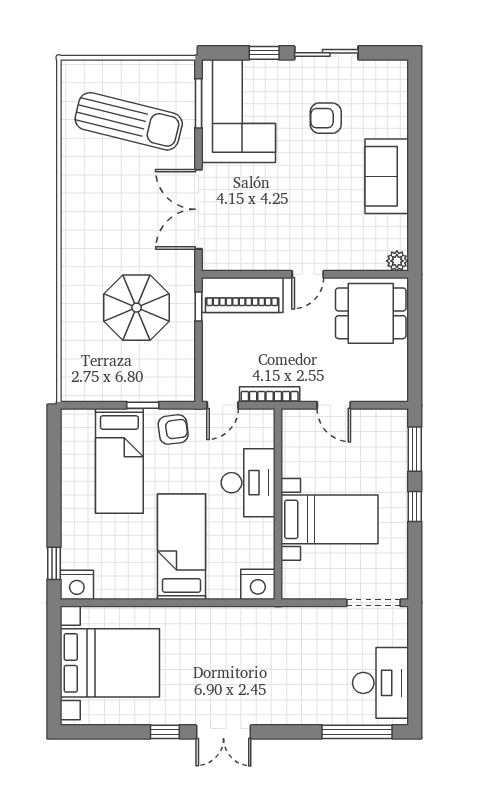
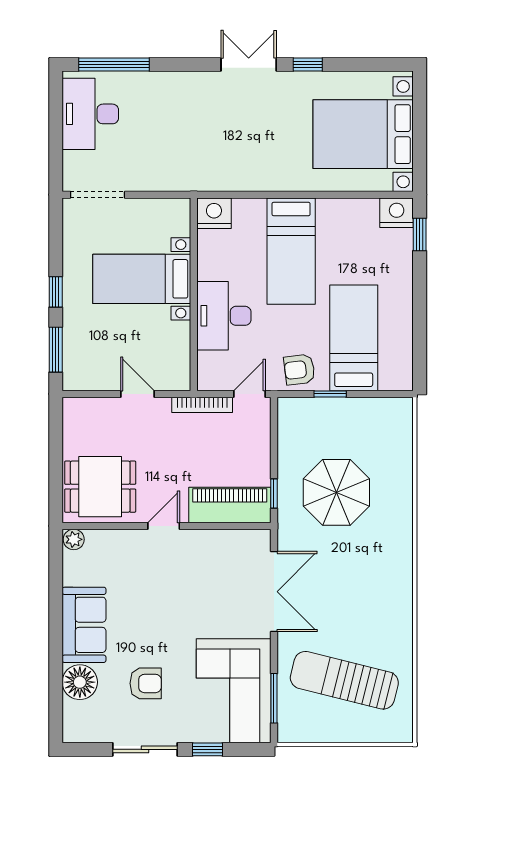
floor lamp: (391, 119) -> (80, 682), added

